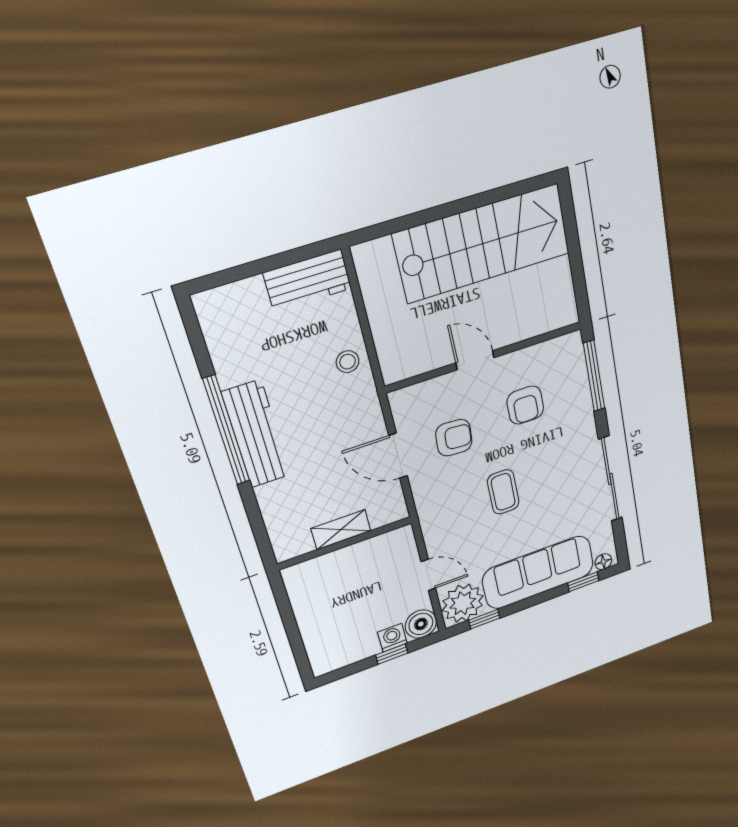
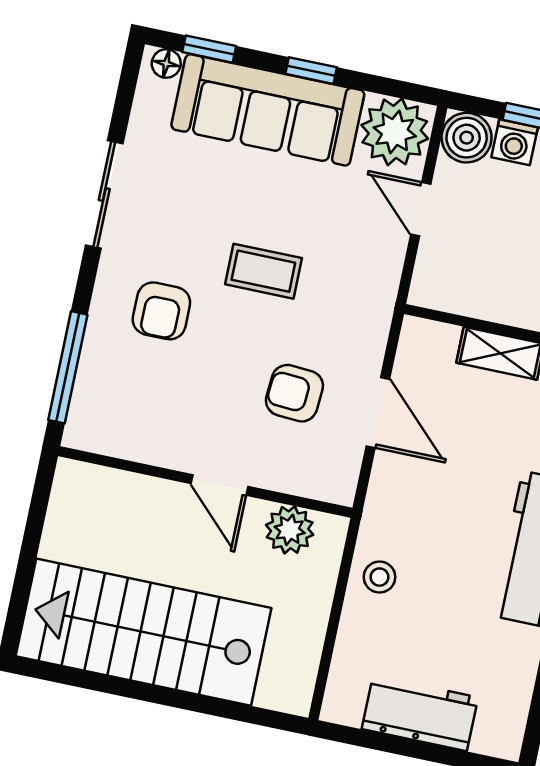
workbench: (308, 281) -> (420, 713), moved
plant: (419, 358) -> (290, 530), added
armchair: (525, 405) -> (161, 311), moved, turned 180
sliding door: (610, 479) -> (104, 195), width x0.73
coffee table: (503, 492) -> (263, 271), turned 90
window: (484, 619) -> (311, 71), moved

